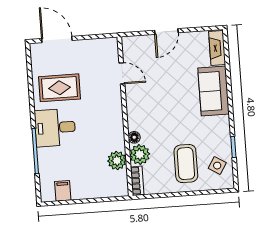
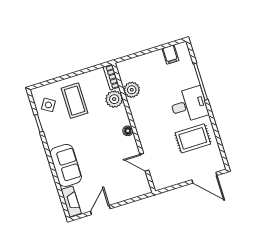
door: (166, 32) -> (100, 210), moved
floor lamp: (134, 137) -> (128, 131), moved

